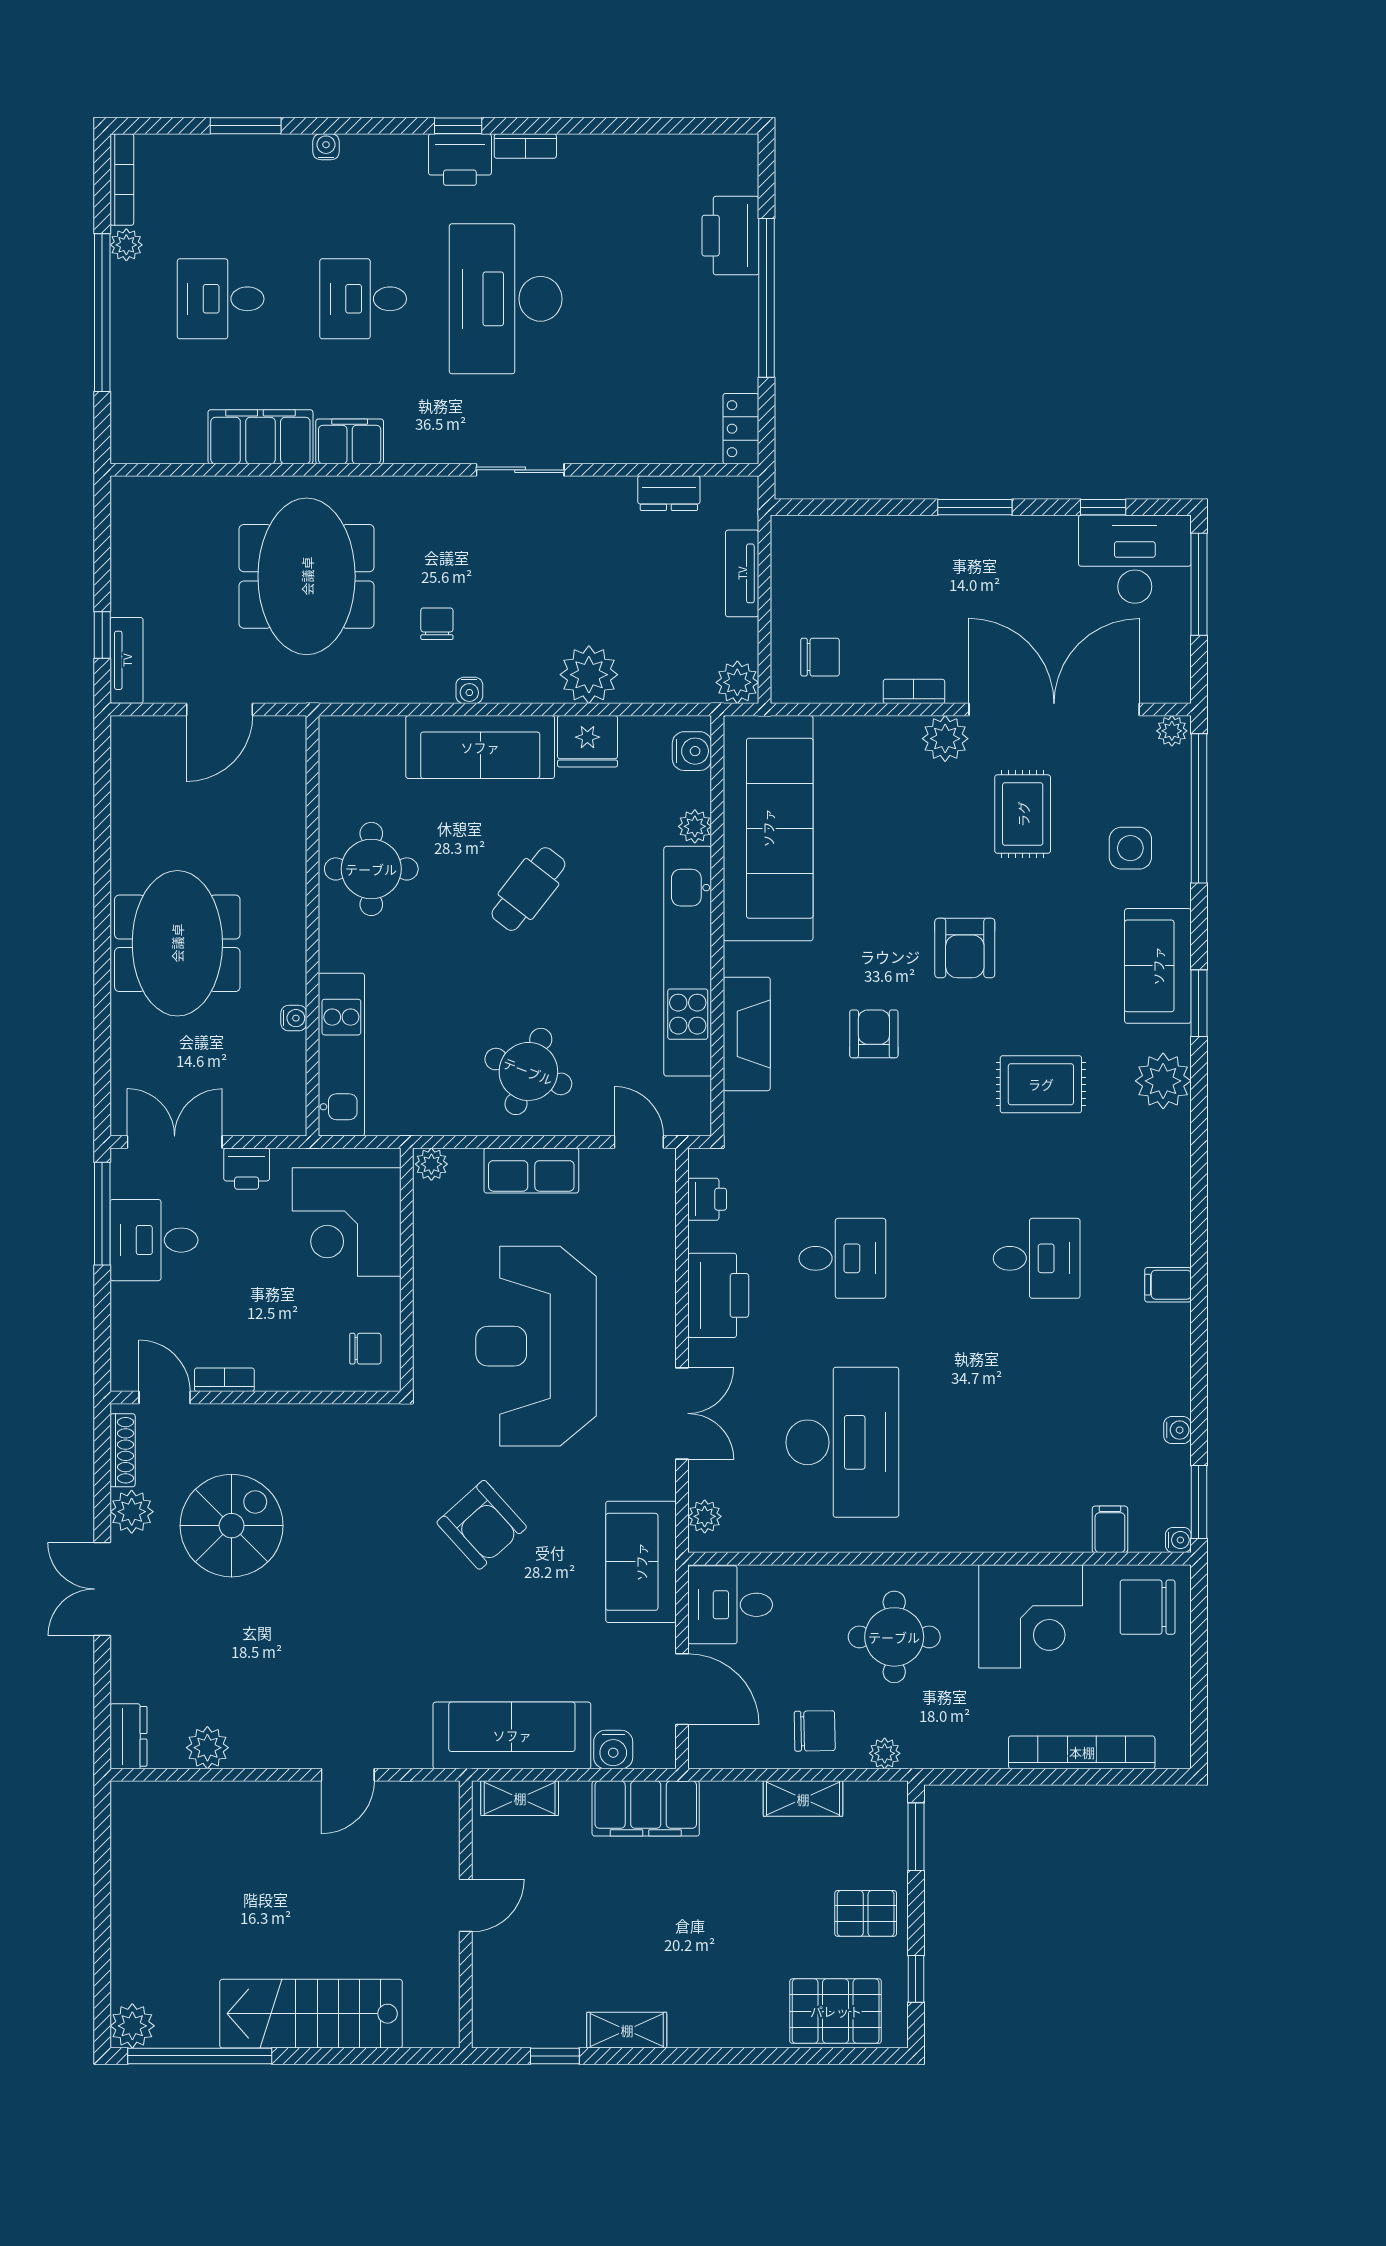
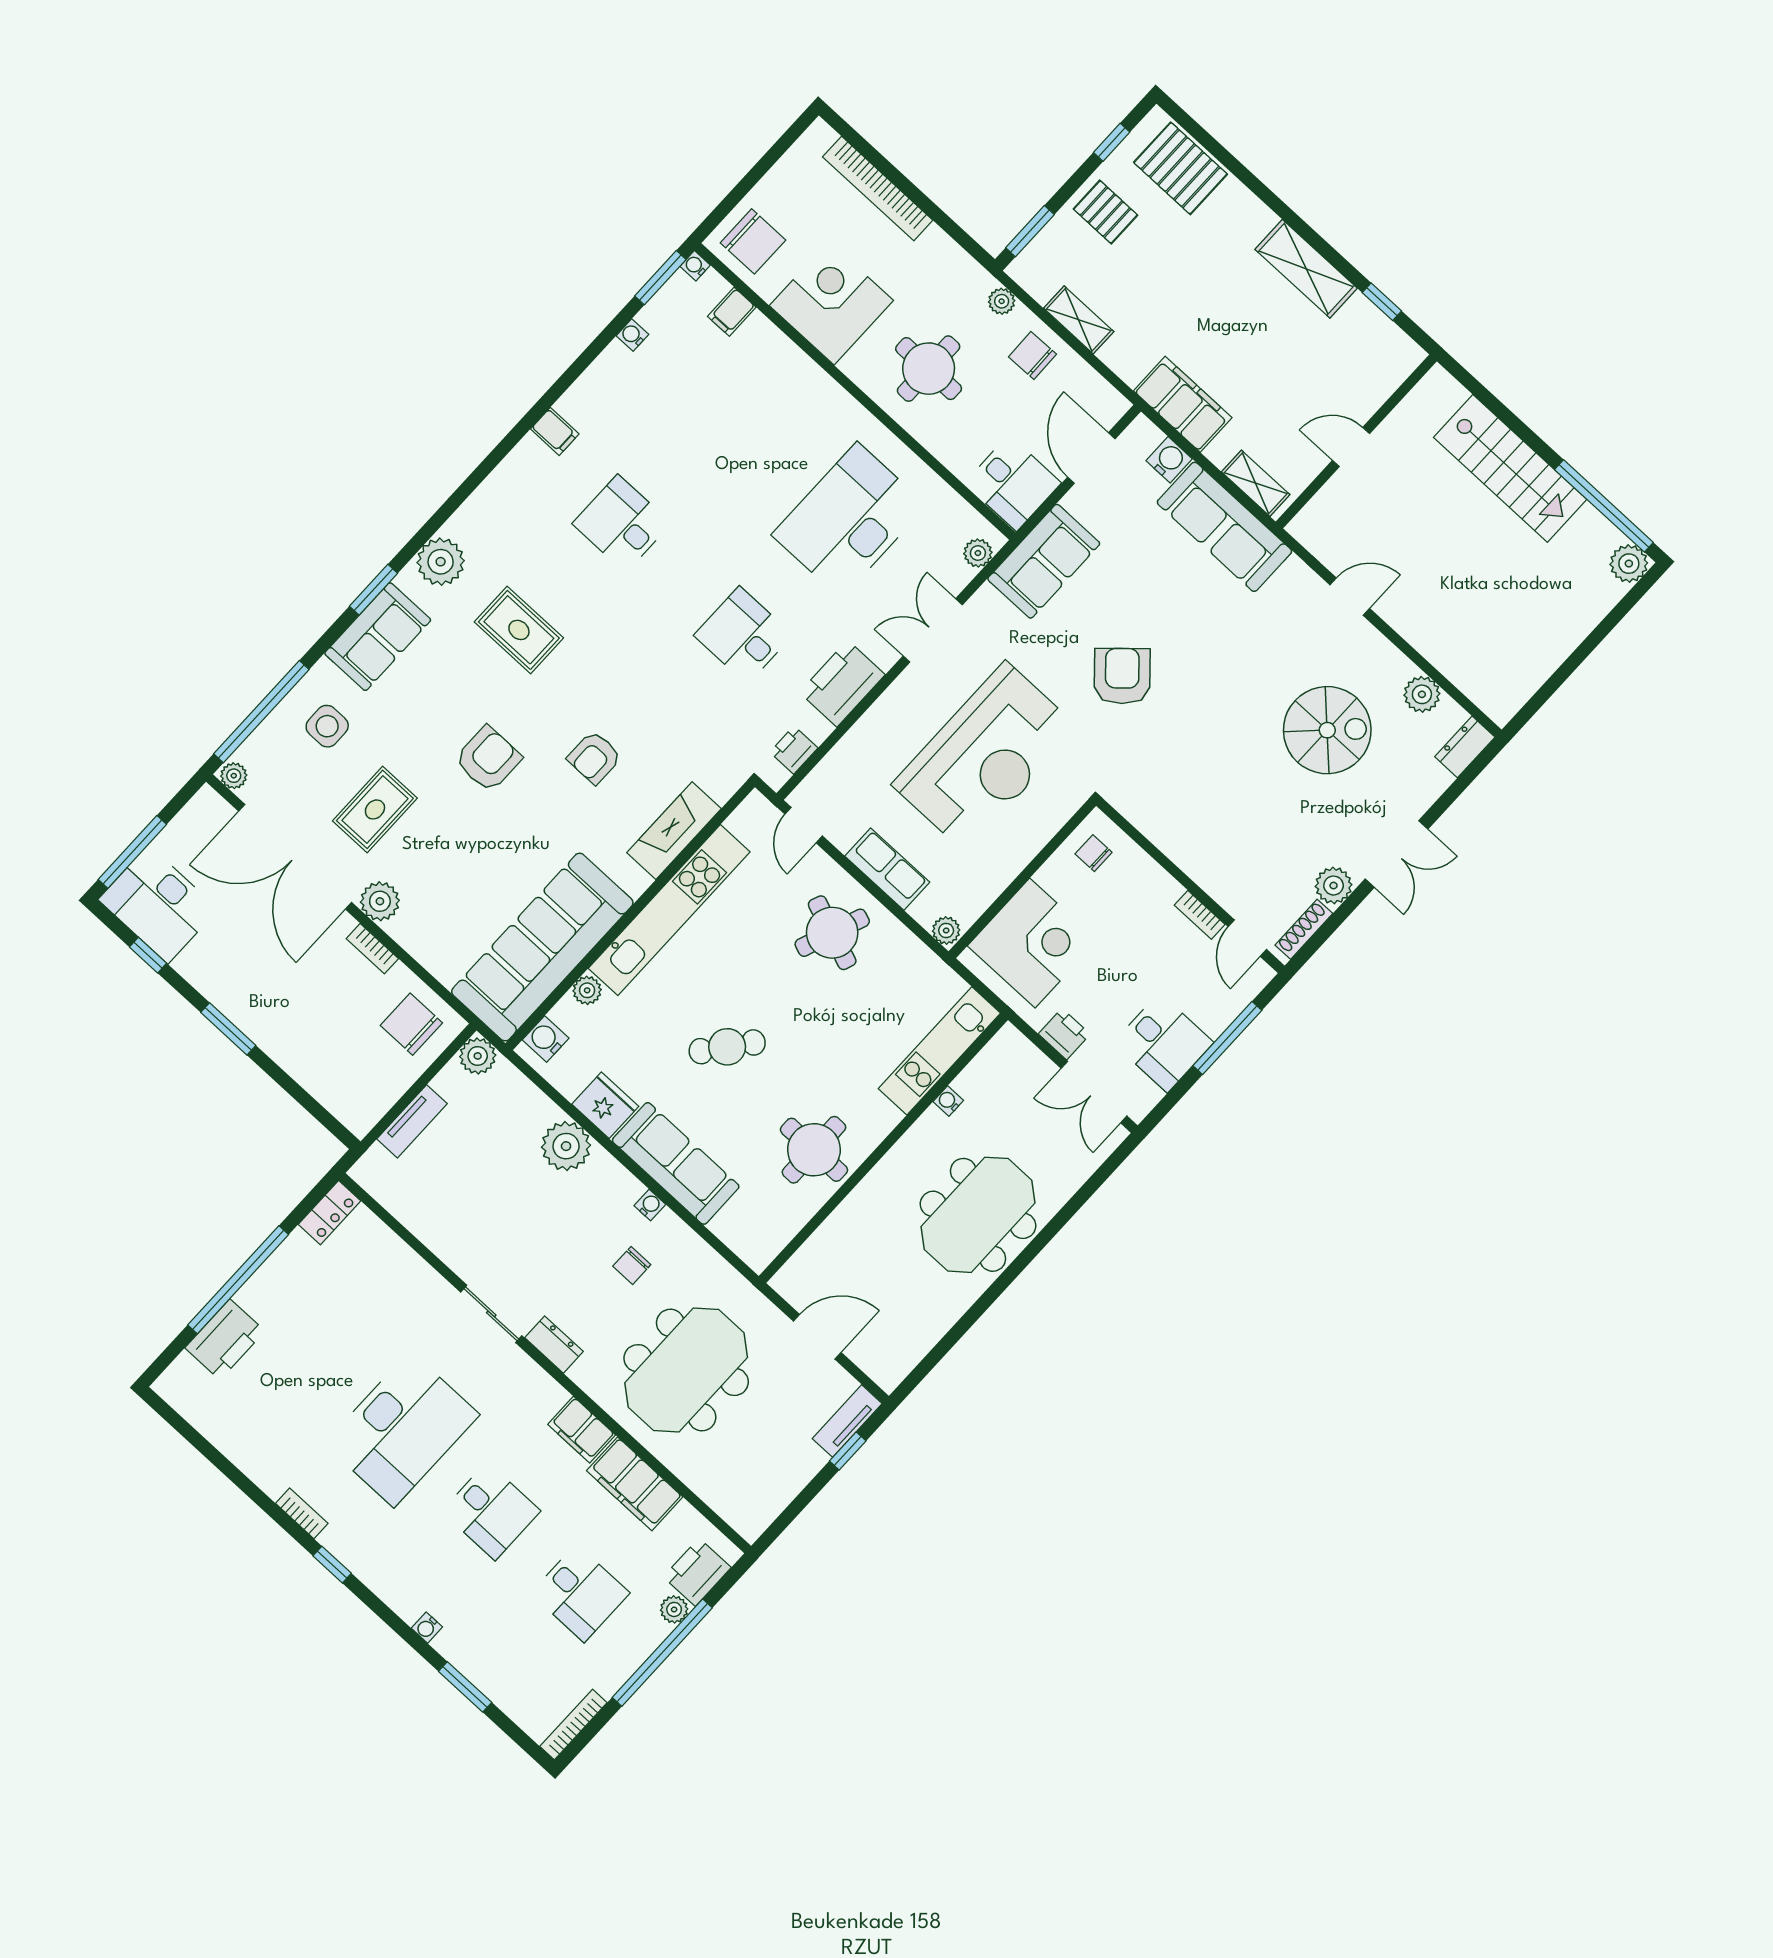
printer: (460, 160) -> (697, 1572), moved, turned -90
plant: (126, 245) -> (674, 1609), moved
dresser: (669, 493) -> (554, 1345), moved
chair: (820, 657) -> (411, 1024), width x1.37, depth x1.37
window: (102, 1214) -> (1227, 1038), moved
spiral stairs: (232, 1526) -> (1327, 730), moved, turned 180
shelving: (627, 2030) -> (1306, 269), width x1.50, depth x1.33

